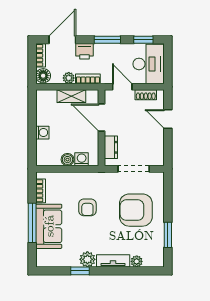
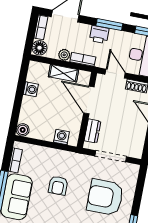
printer: (85, 51) -> (99, 34), moved
washing machine: (42, 133) -> (31, 89), moved
boiler: (67, 160) -> (23, 130), moved

